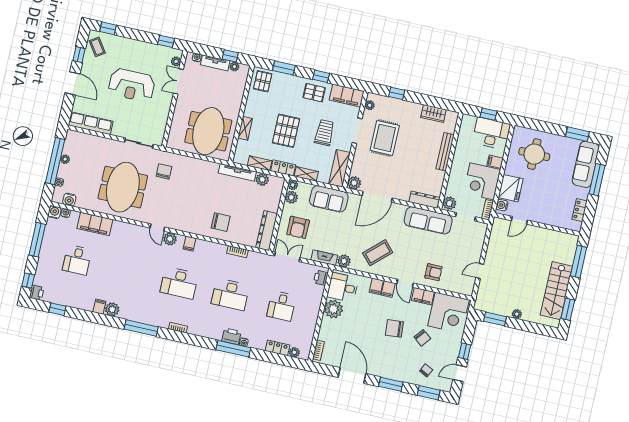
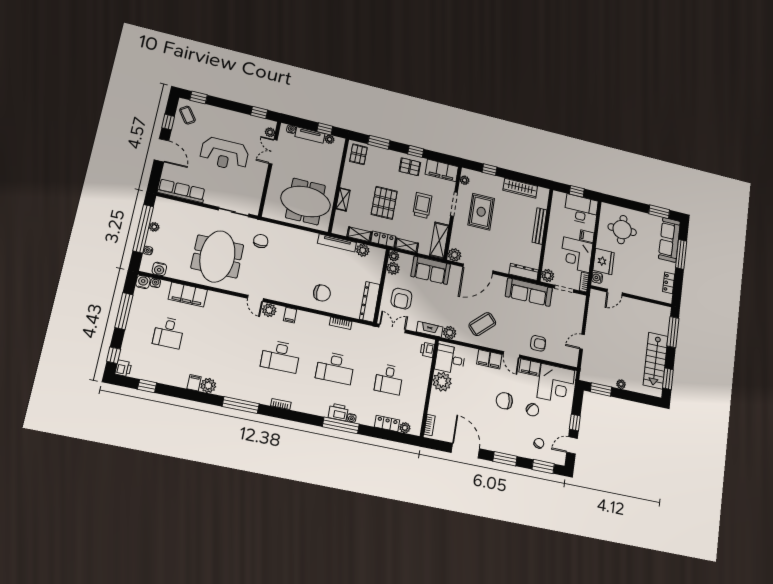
wardrobe: (433, 113) -> (520, 188), width x1.50
meeting table: (208, 131) -> (306, 202), turned 90

